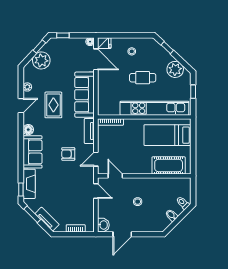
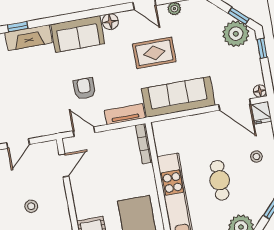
door: (96, 59) -> (235, 105), hinge flipped
plant: (41, 60) -> (236, 34), moved
door: (96, 191) -> (18, 144), moved

